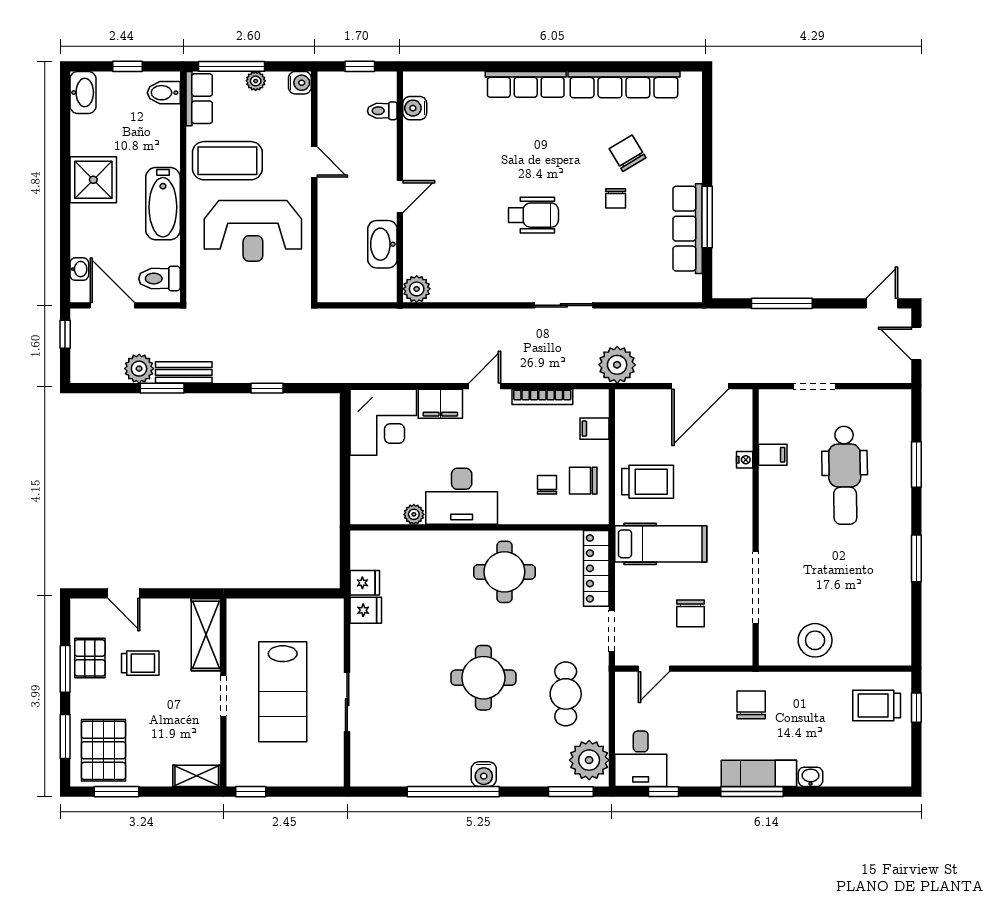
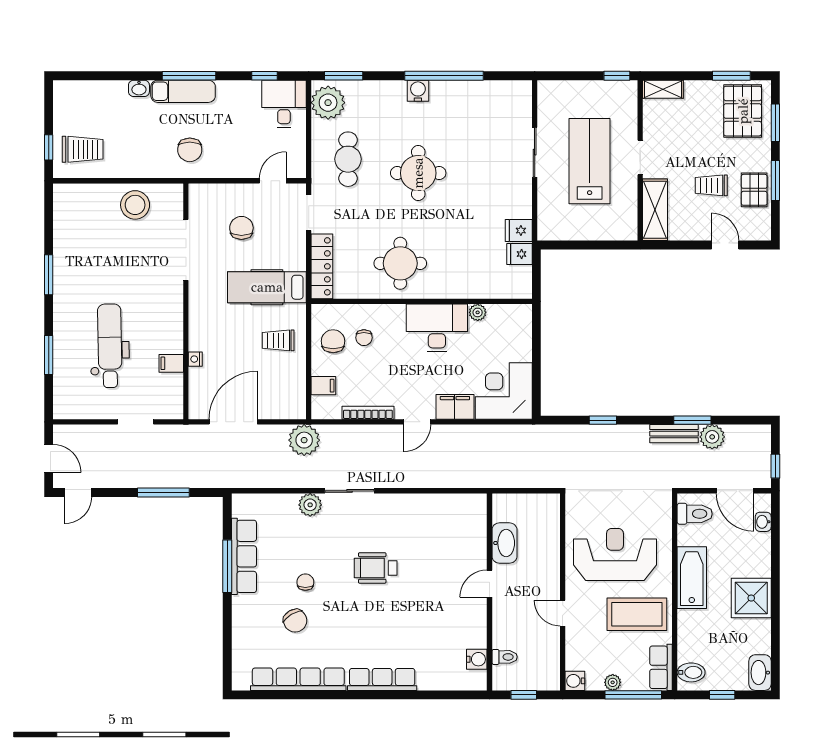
plant: (417, 289) -> (310, 505), moved
chair: (583, 481) -> (333, 341), turned -90
trolley: (648, 482) -> (278, 340), width x0.73, depth x0.72

